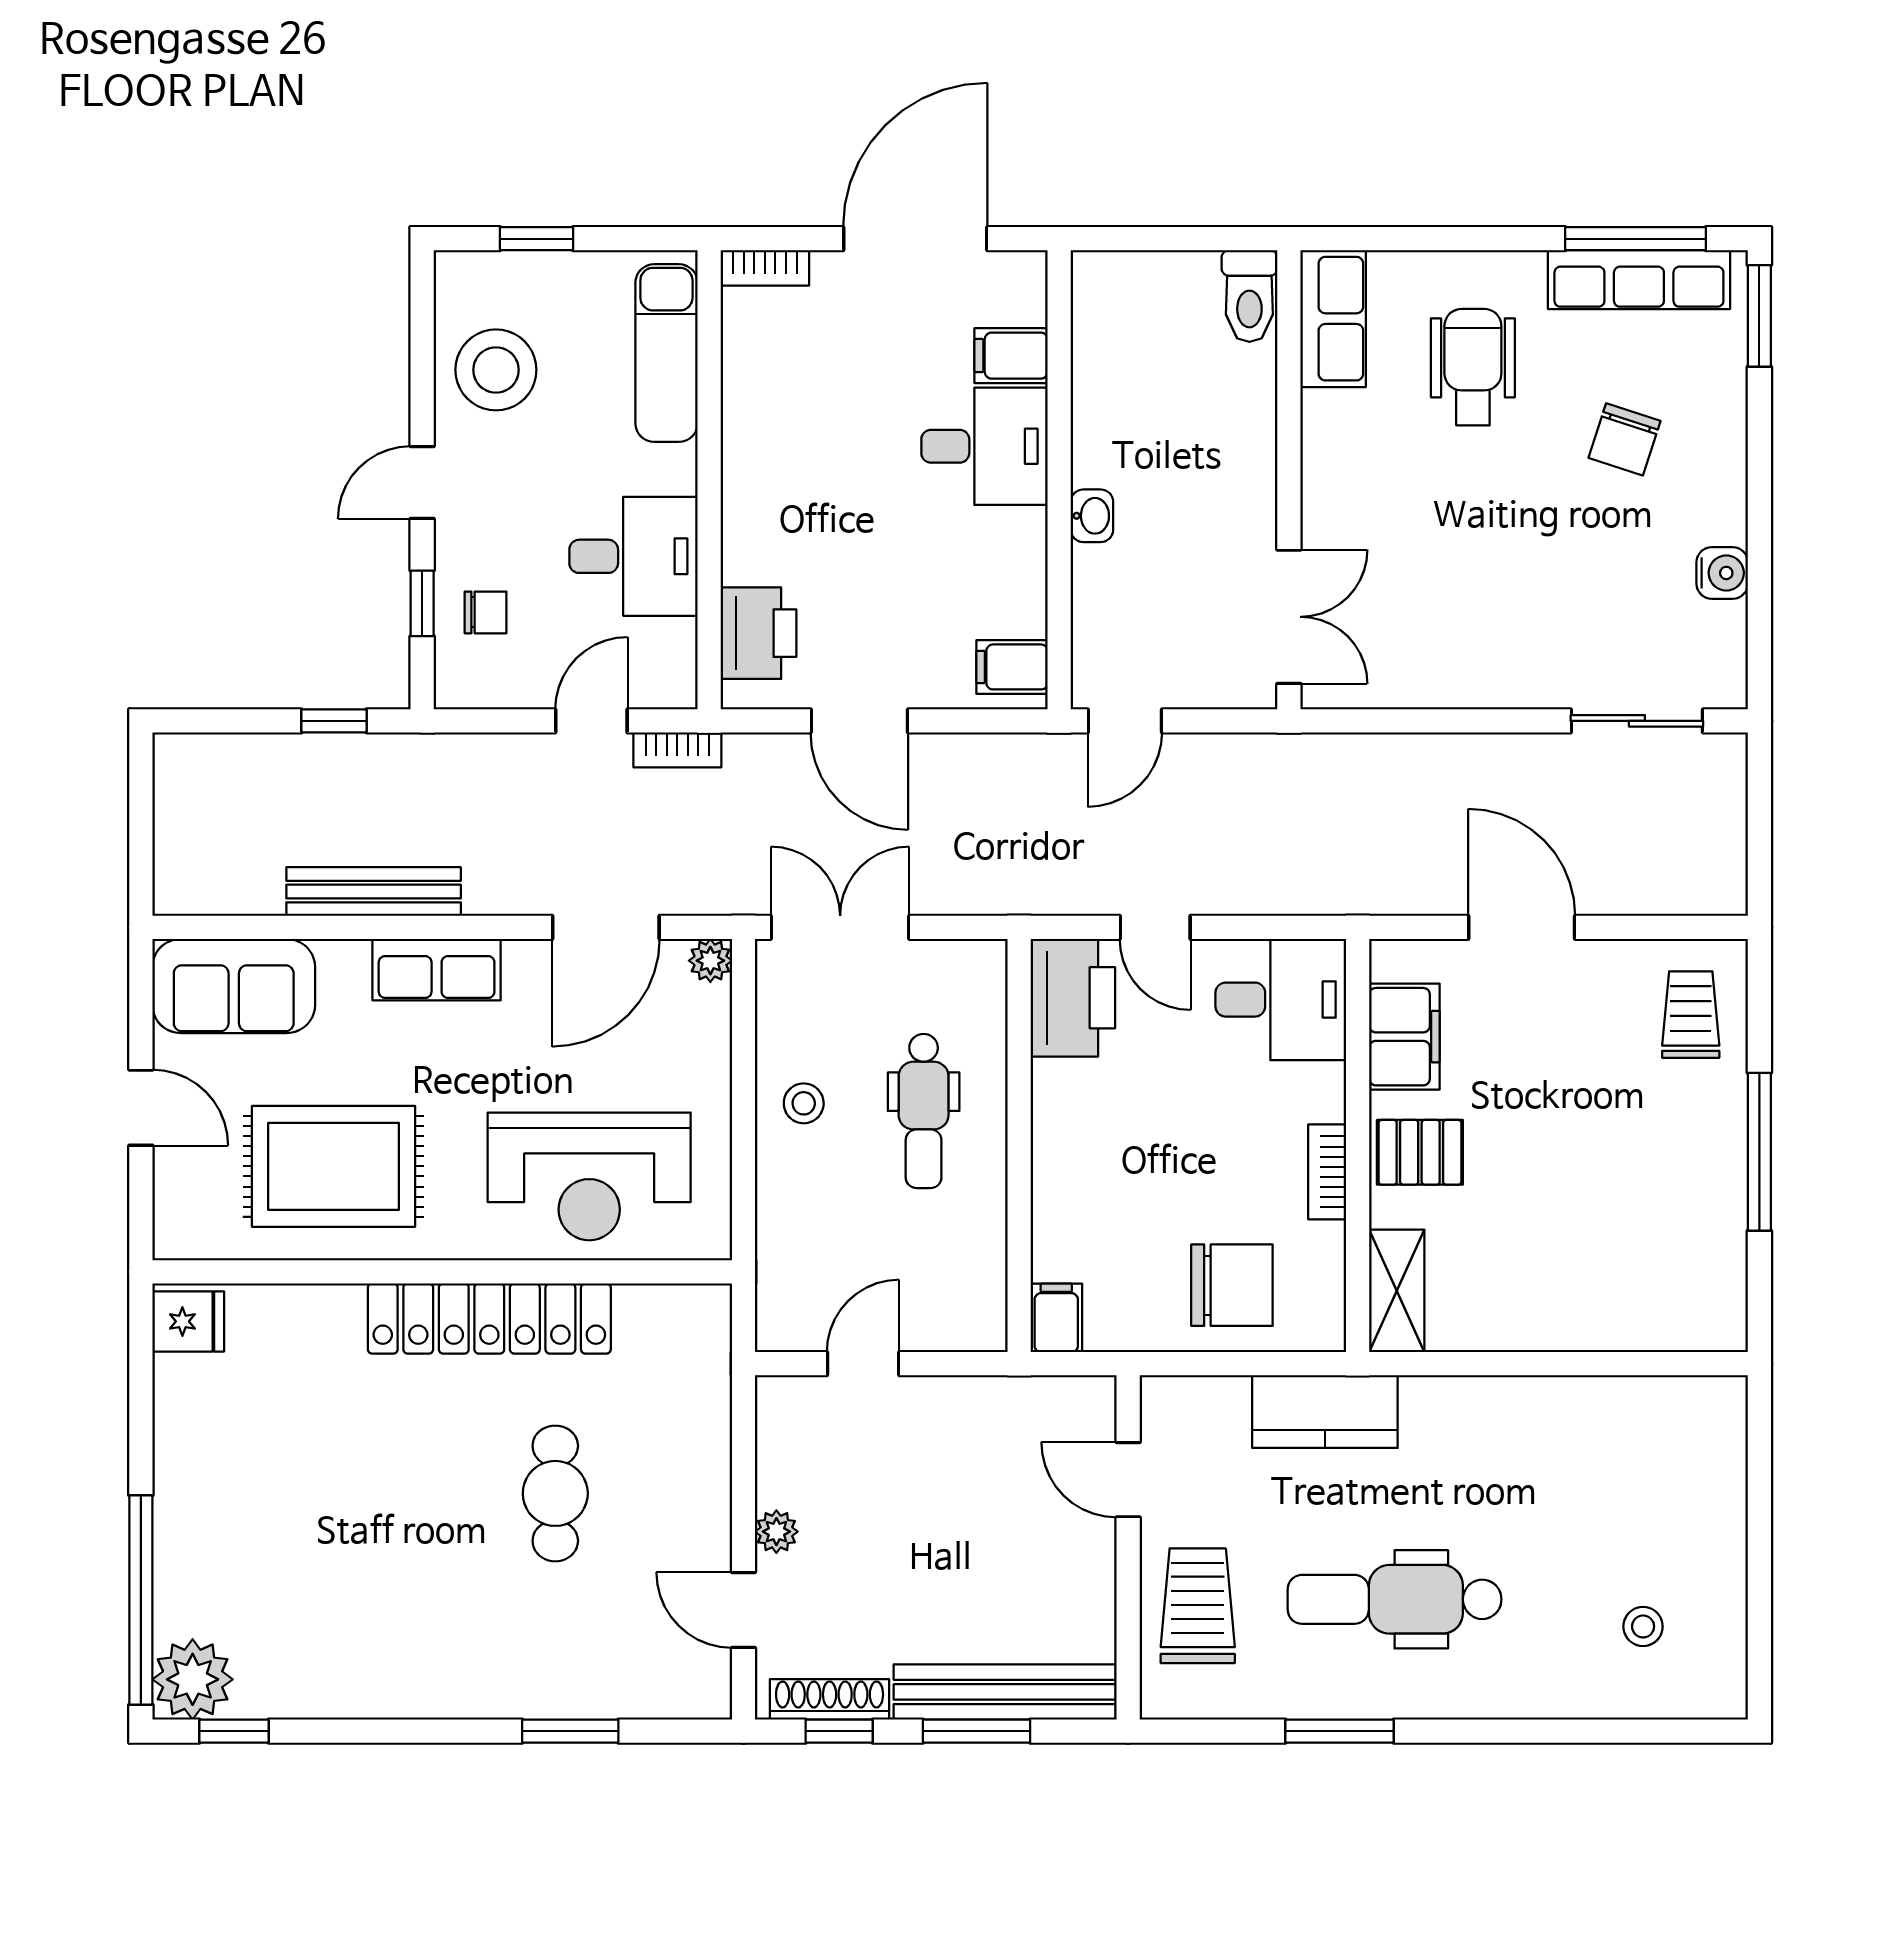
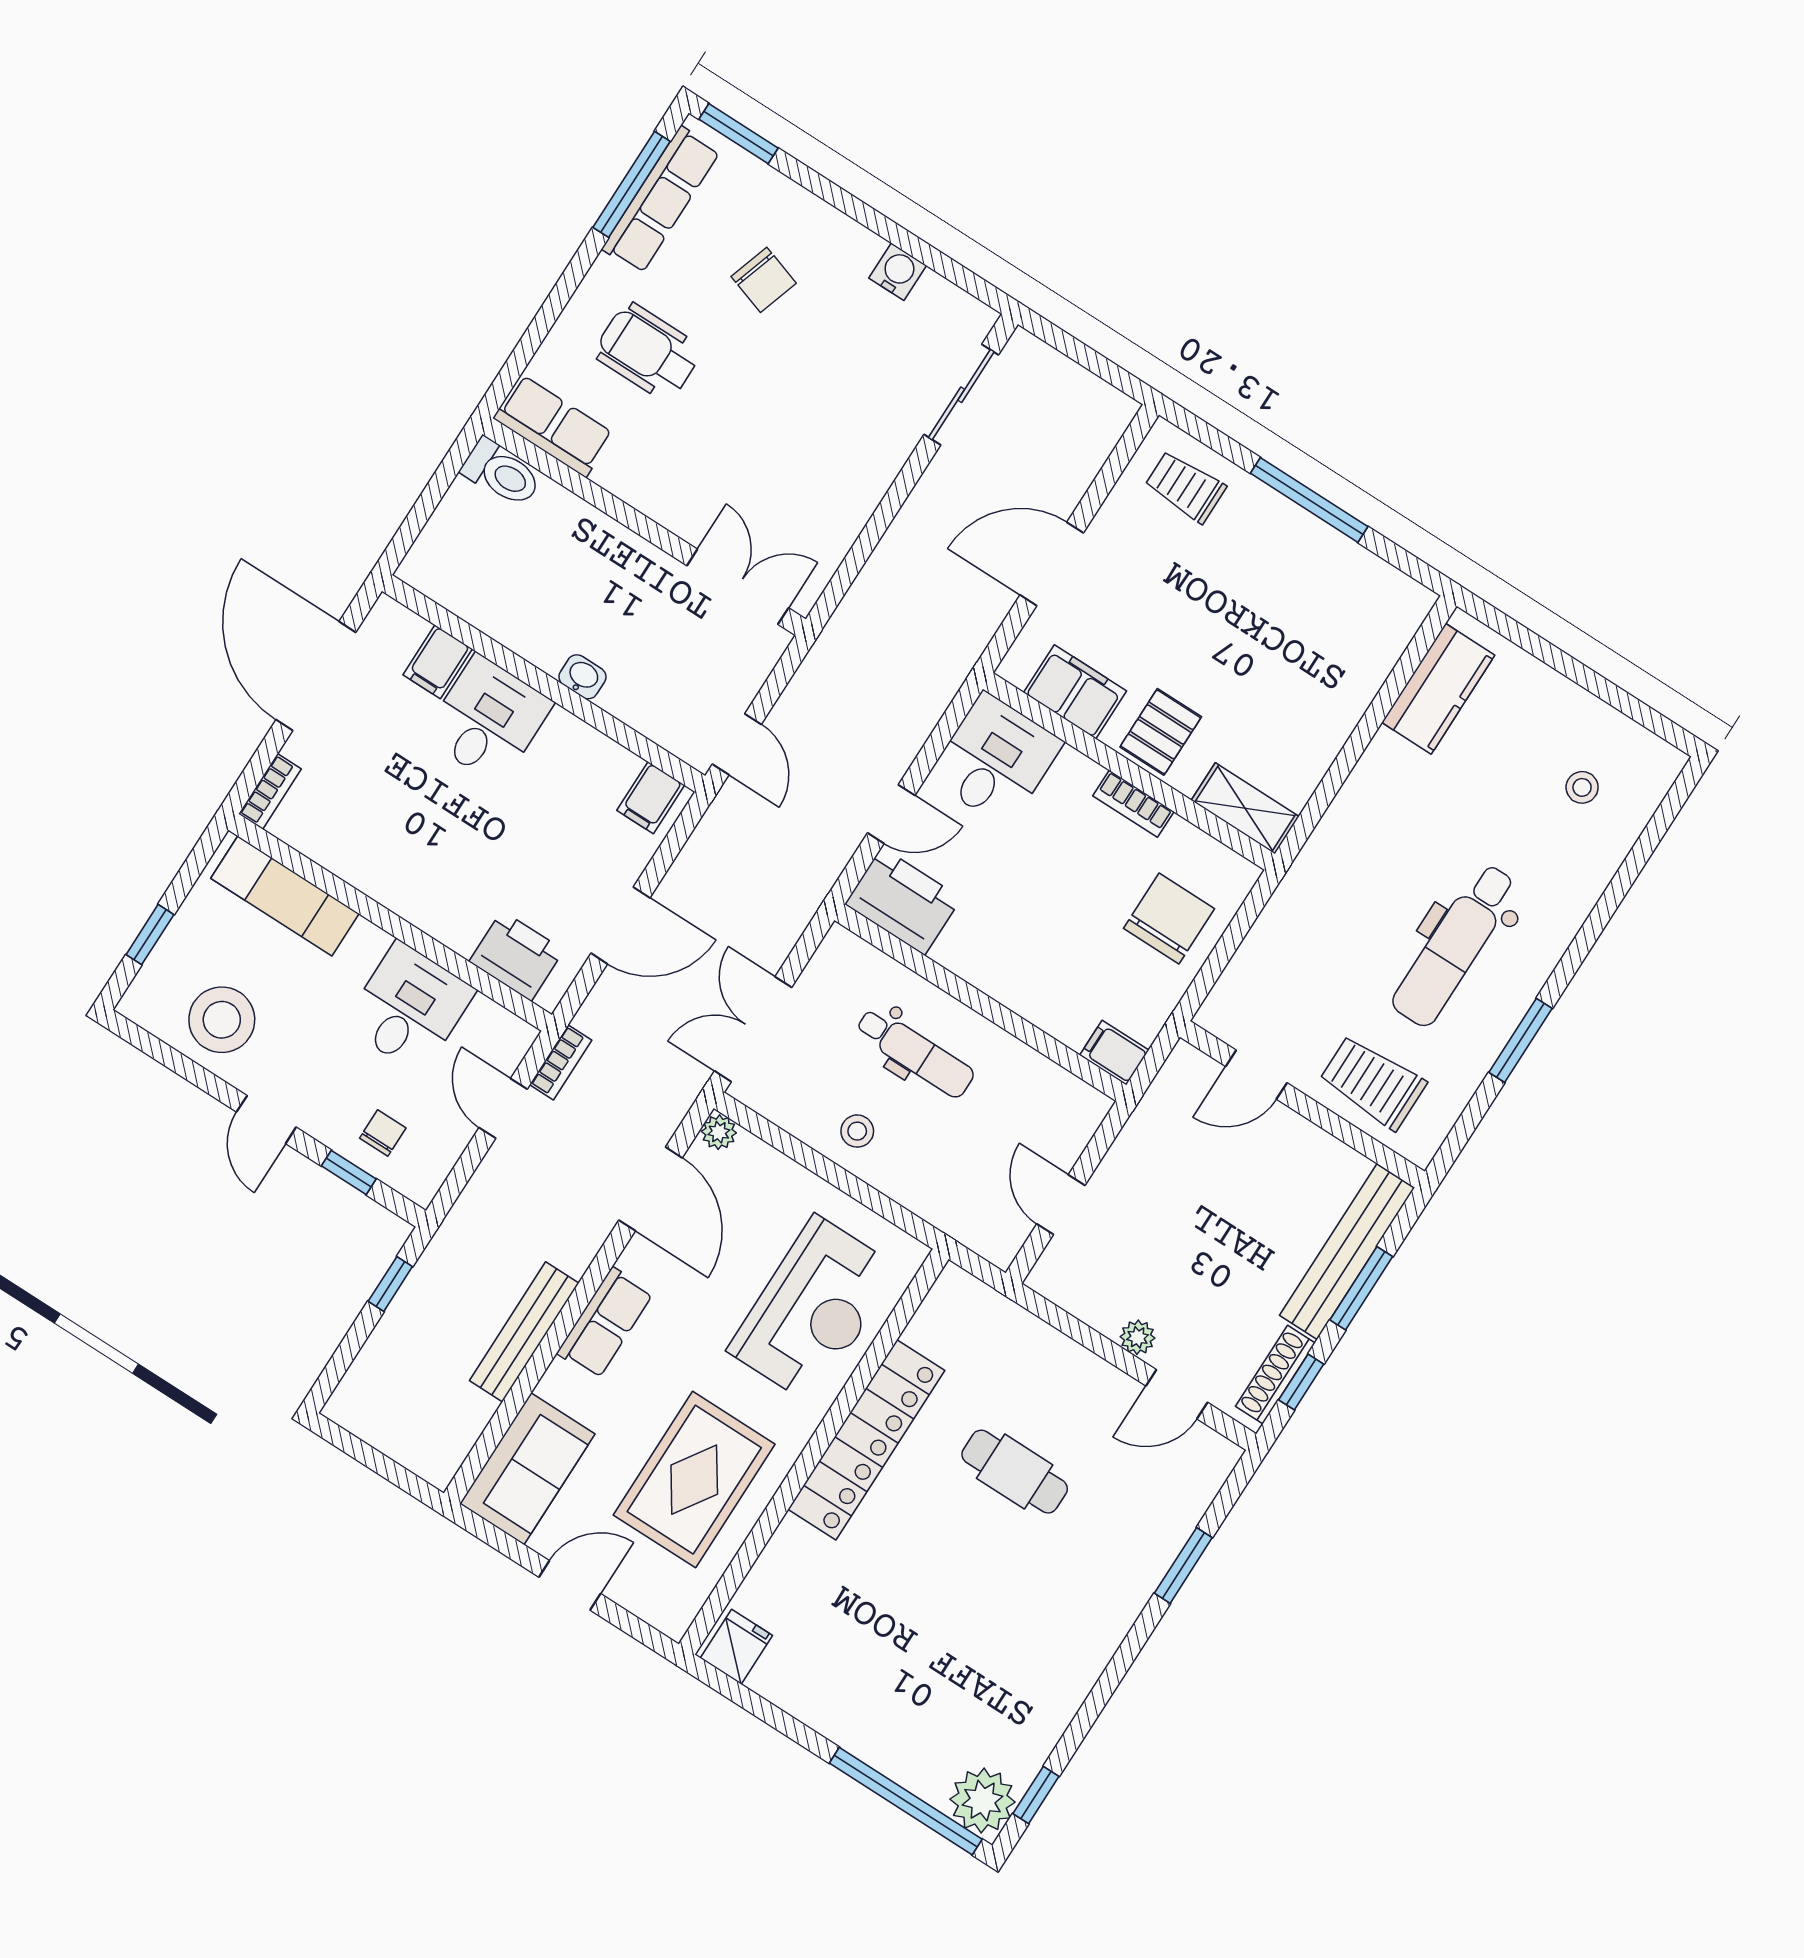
kitchen counter: (1325, 1412) -> (1438, 689), moved

